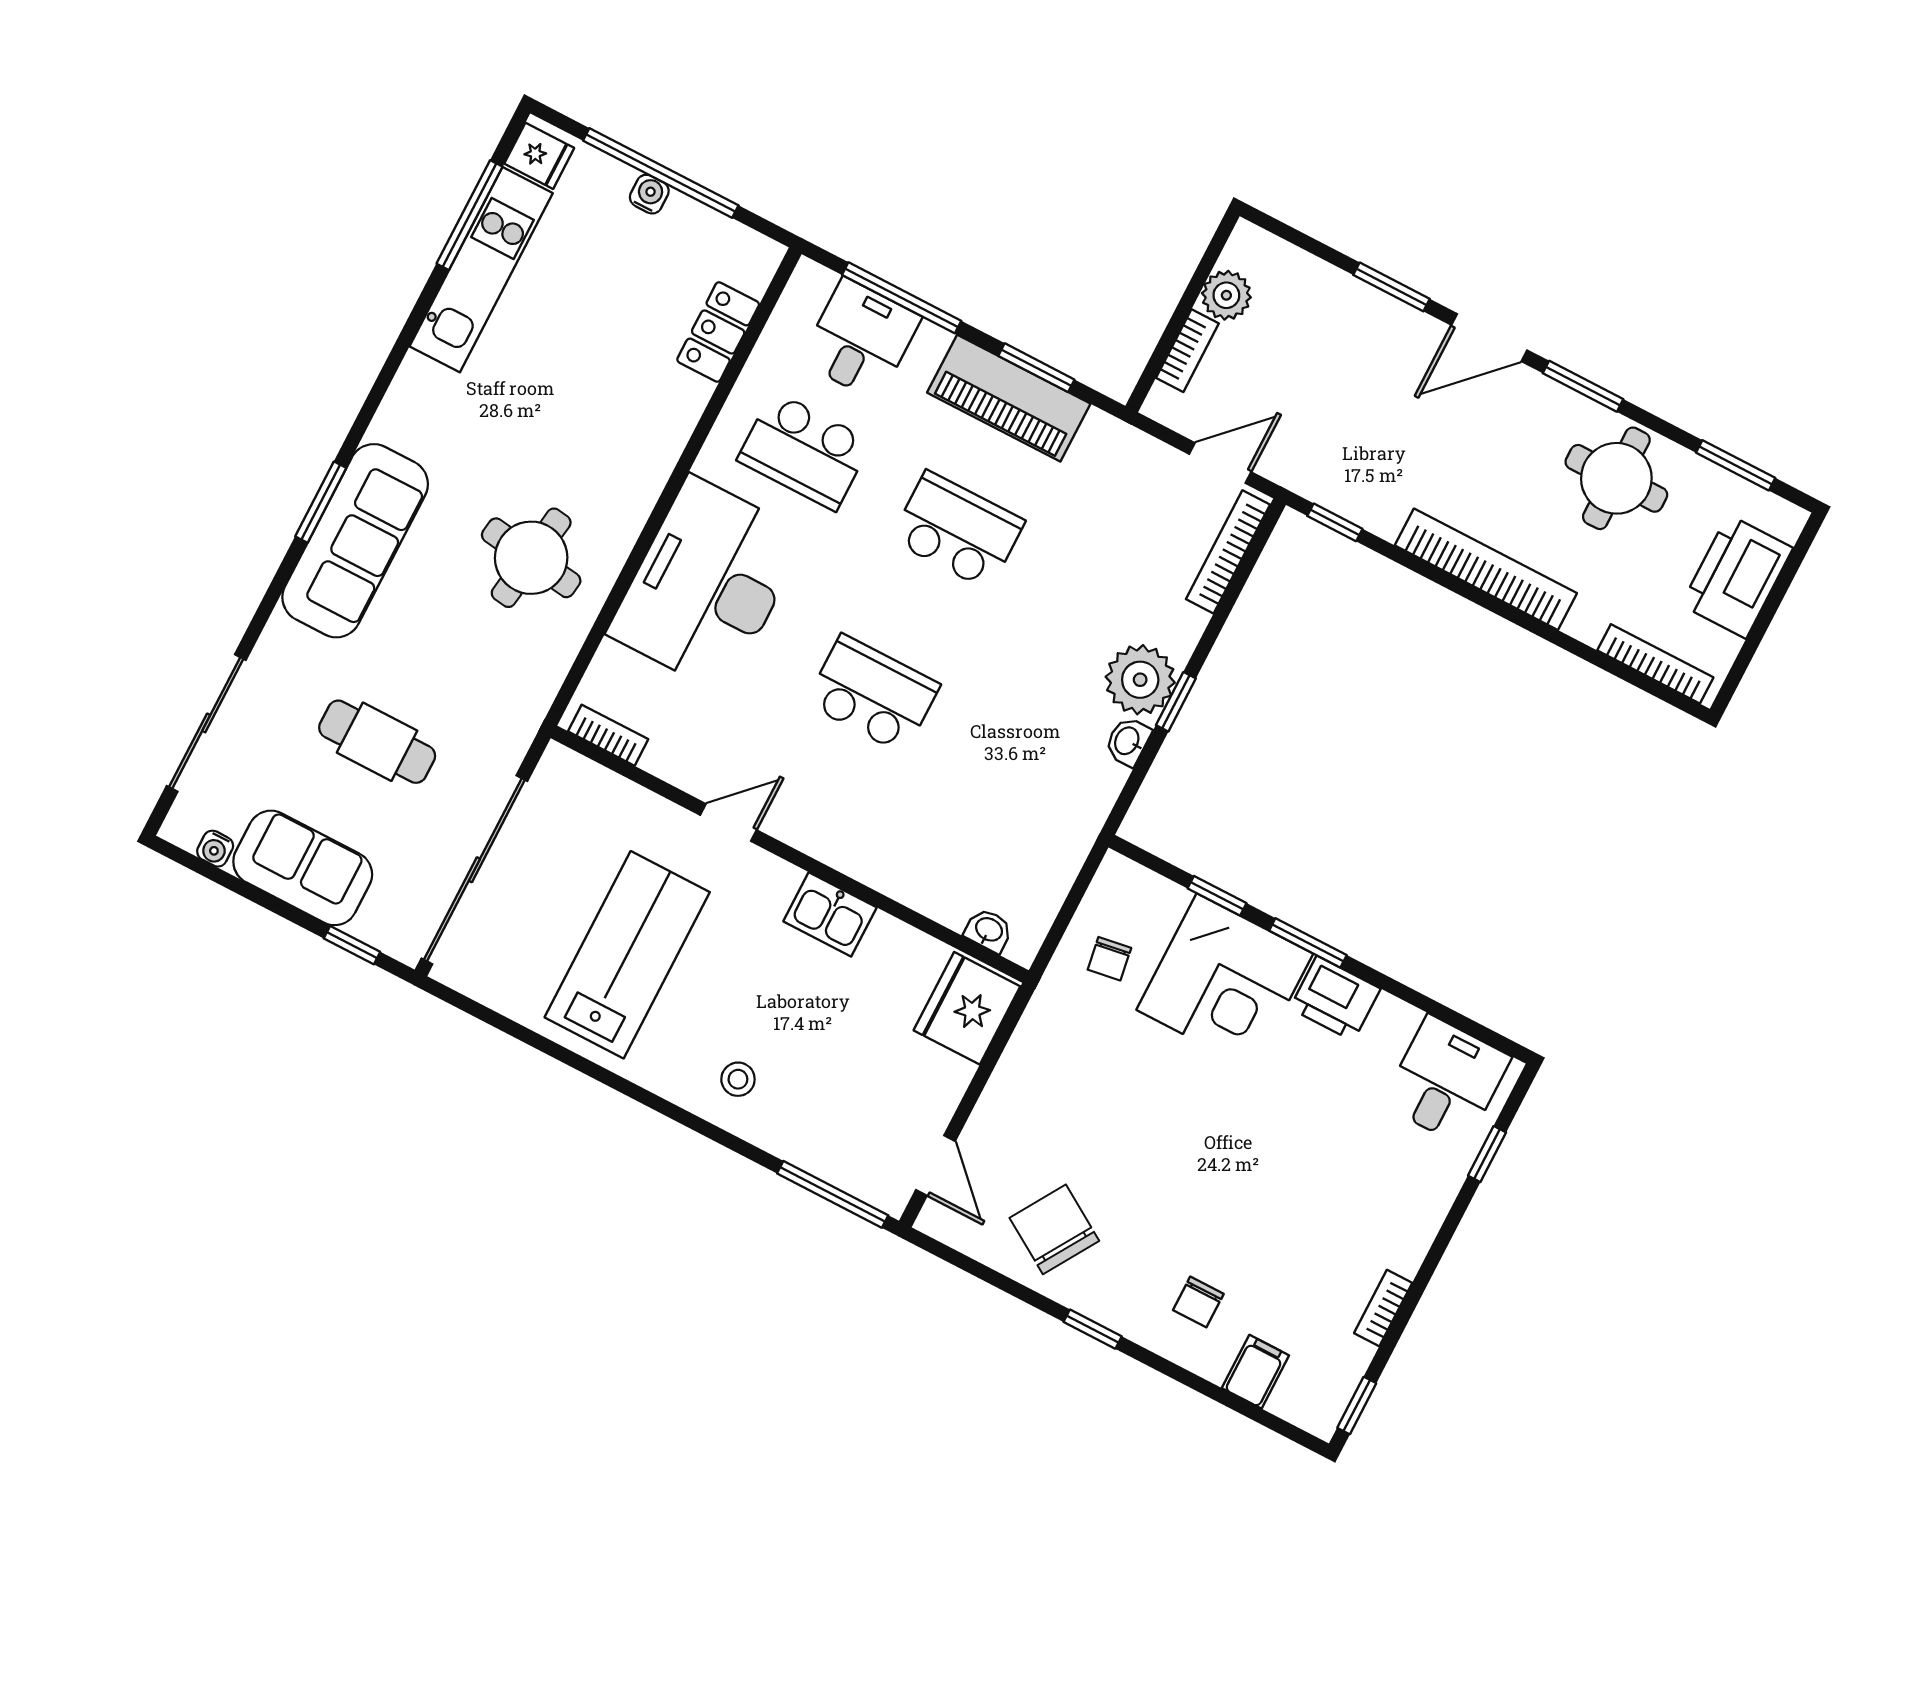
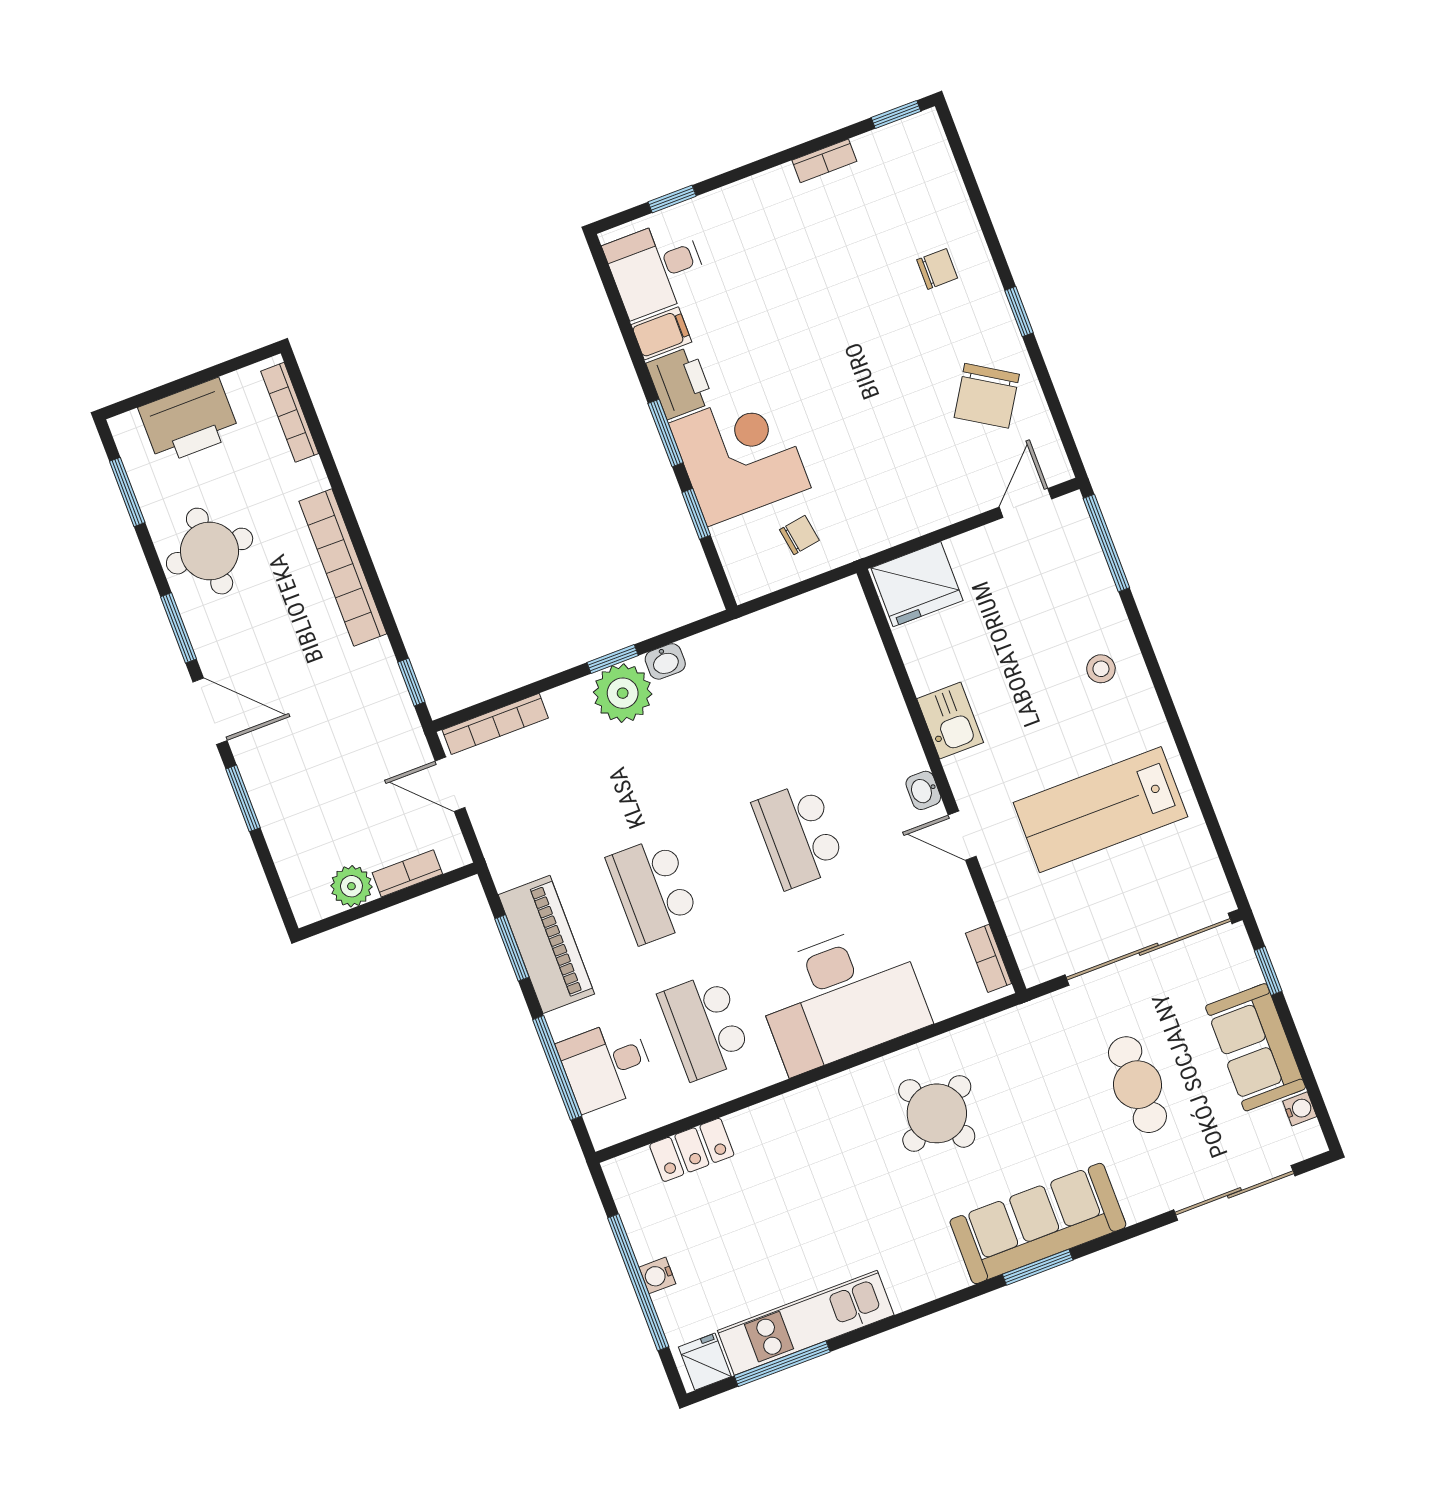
school desk: (804, 451) -> (705, 1026), turned 180
round table: (531, 558) -> (937, 1113), turned -37
washbasin: (989, 930) -> (923, 790), moved
filing cabinet: (1255, 1372) -> (661, 333), moved, turned 180

